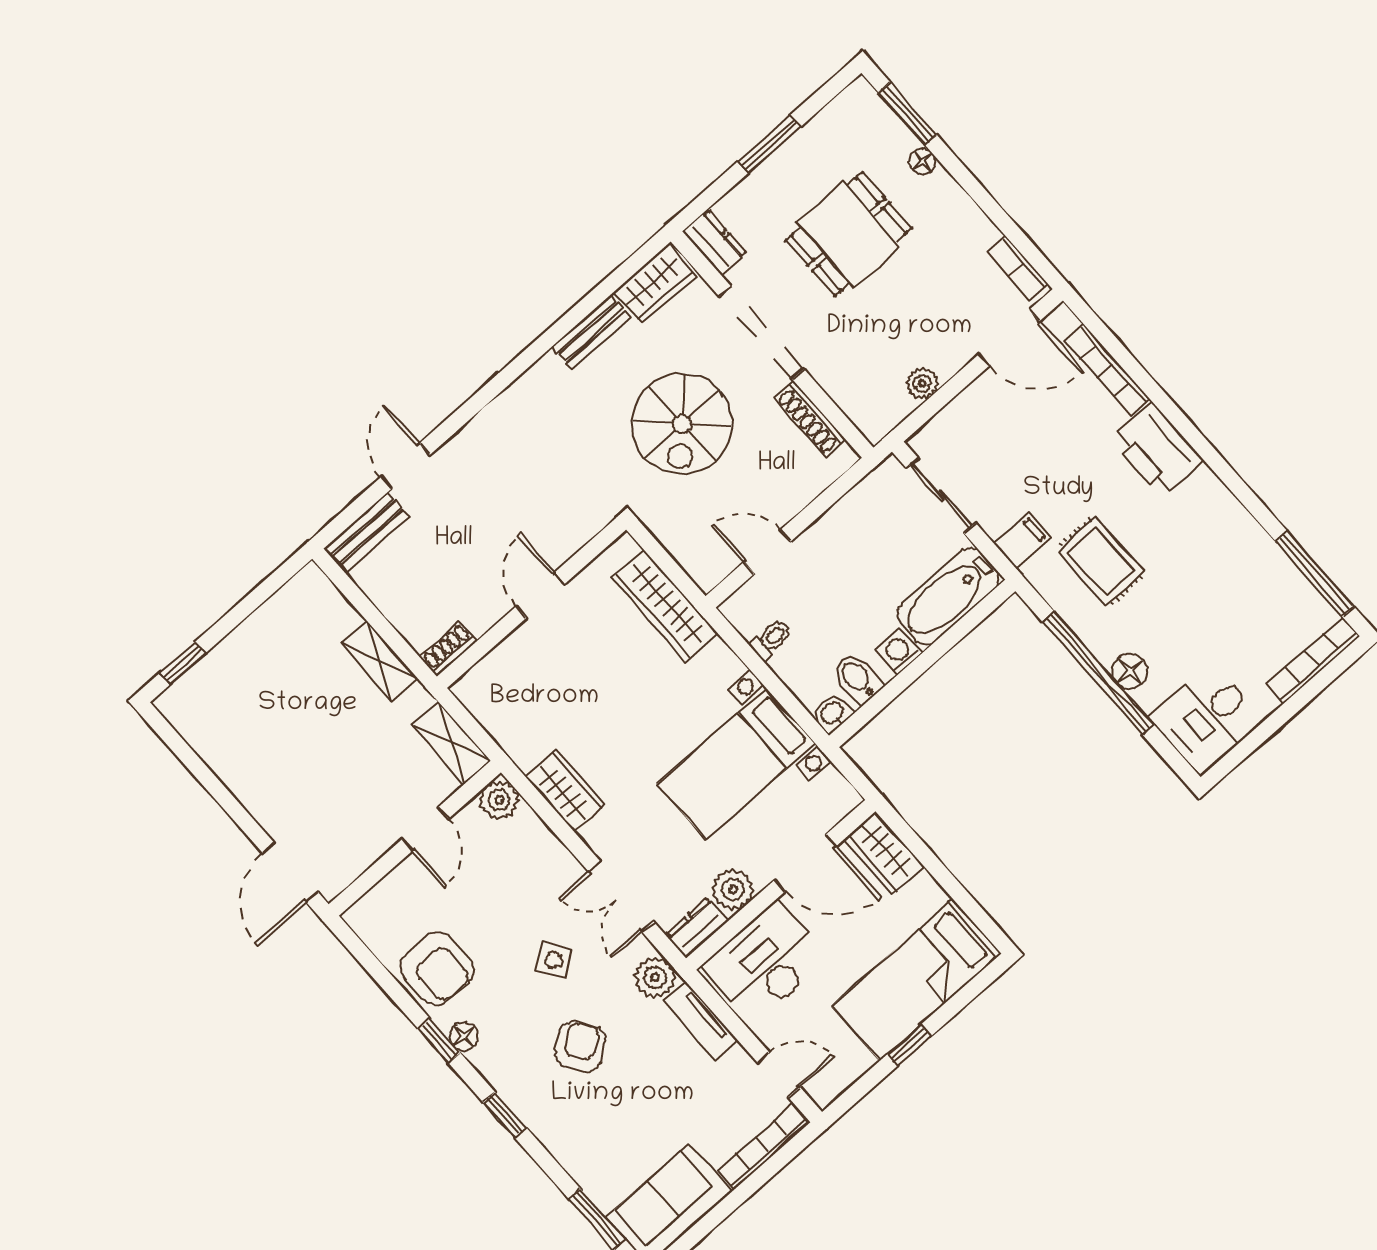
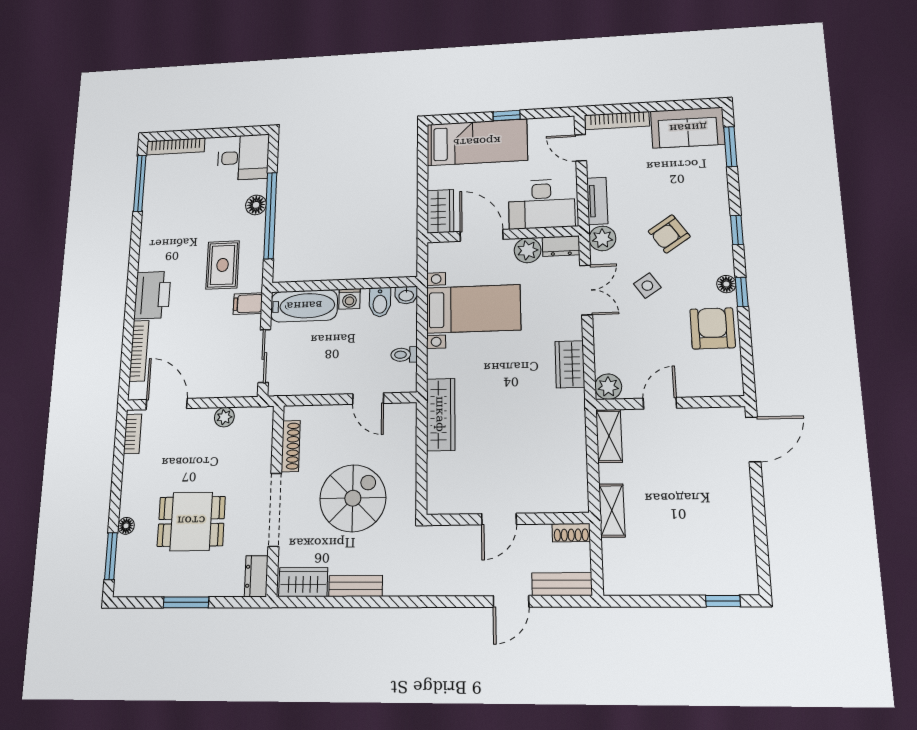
door: (540, 595) -> (499, 519), moved
wall: (531, 603) -> (507, 519), moved
shoe rack: (448, 649) -> (571, 533), moved

